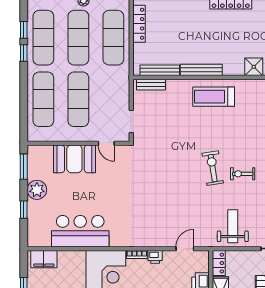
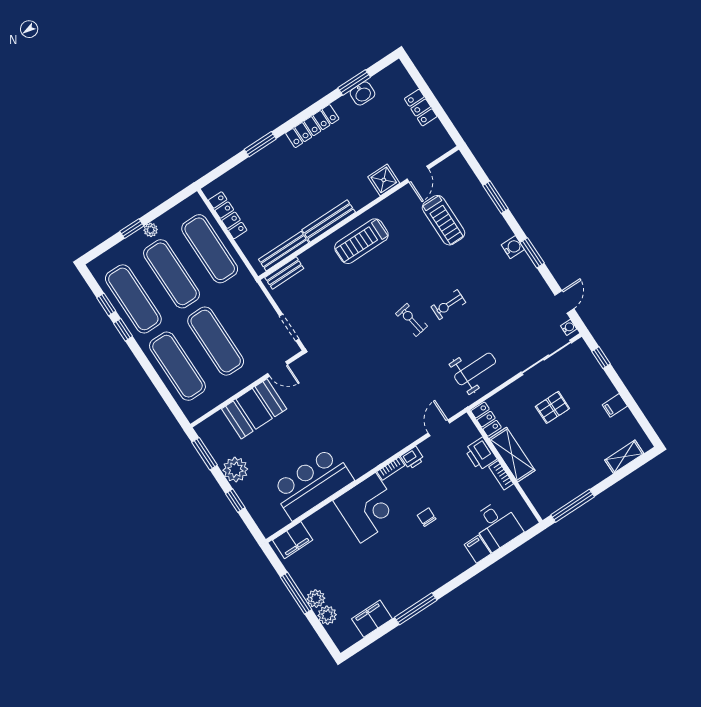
exercise bike: (213, 168) -> (412, 320), width x0.73, depth x0.72
weight bench: (233, 226) -> (475, 369), turned 90

